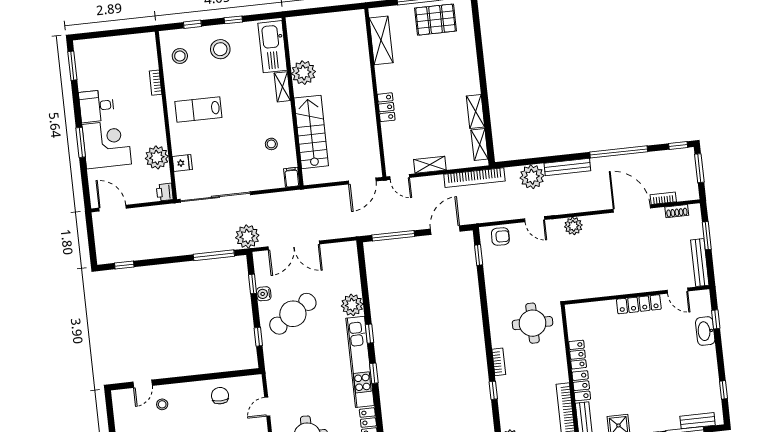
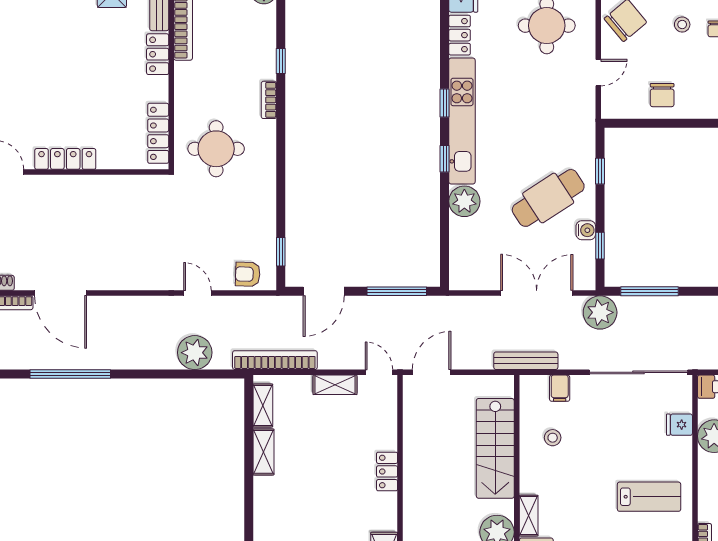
bench: (567, 167) -> (526, 361), moved
filing cabinet: (292, 177) -> (560, 388), moved
plant: (573, 226) -> (145, 278), removed
locker: (578, 355) -> (158, 133), moved, width x1.53

